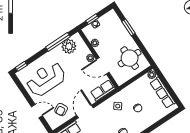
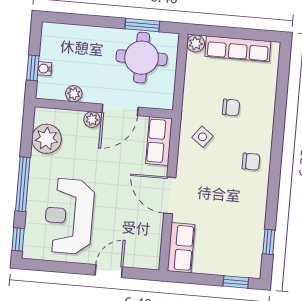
window: (129, 27) -> (142, 25), moved
window: (58, 42) -> (23, 184), moved
armchair: (61, 110) -> (137, 231), removed

